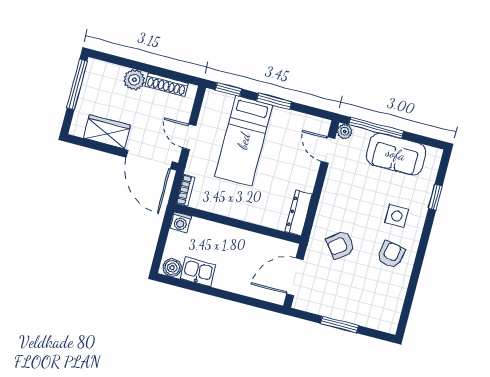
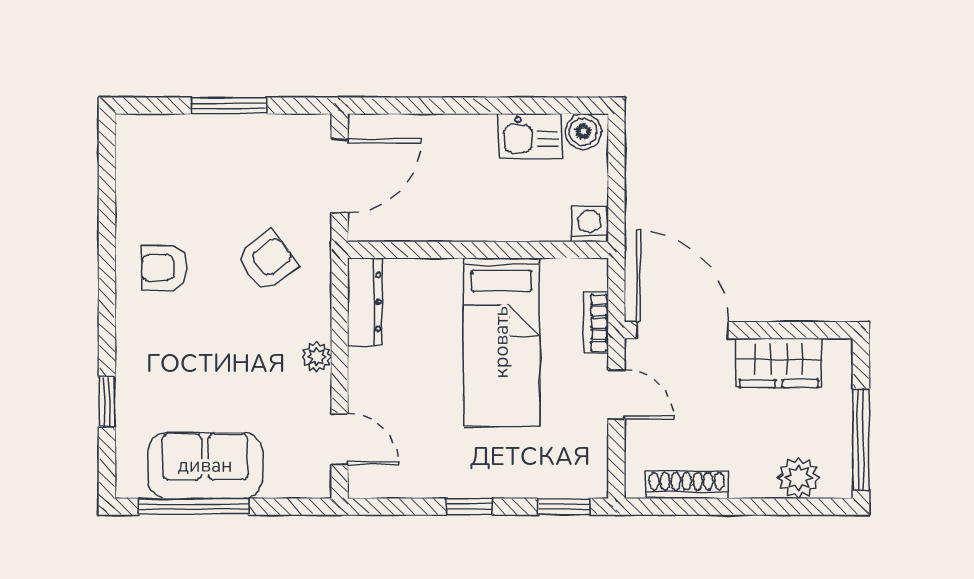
plant: (134, 80) -> (799, 478), moved
window: (274, 101) -> (469, 507), width x0.67
window: (376, 128) -> (194, 507), moved
plant: (345, 131) -> (317, 357), moved
bed: (244, 141) -> (501, 342), moved, turned 180
bookcase: (186, 190) -> (596, 323), moved
side table: (397, 216) -> (172, 346), removed
armchair: (391, 255) -> (164, 268), turned 80

